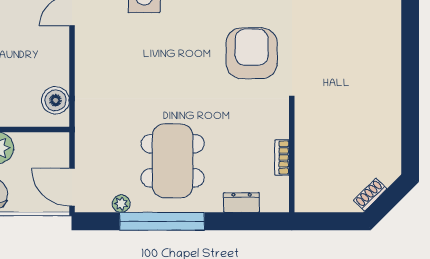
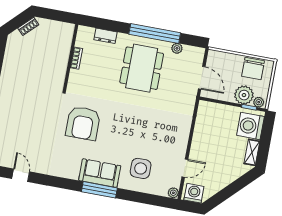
boiler: (55, 100) -> (205, 117), removed
door: (72, 187) -> (202, 78), moved

